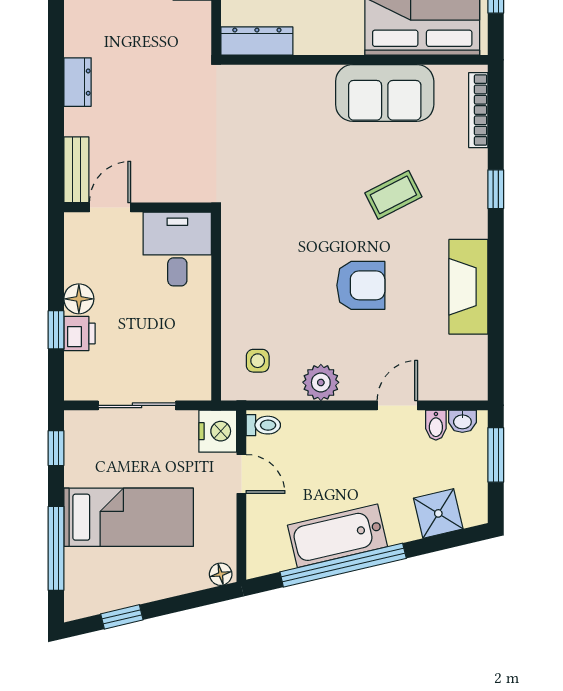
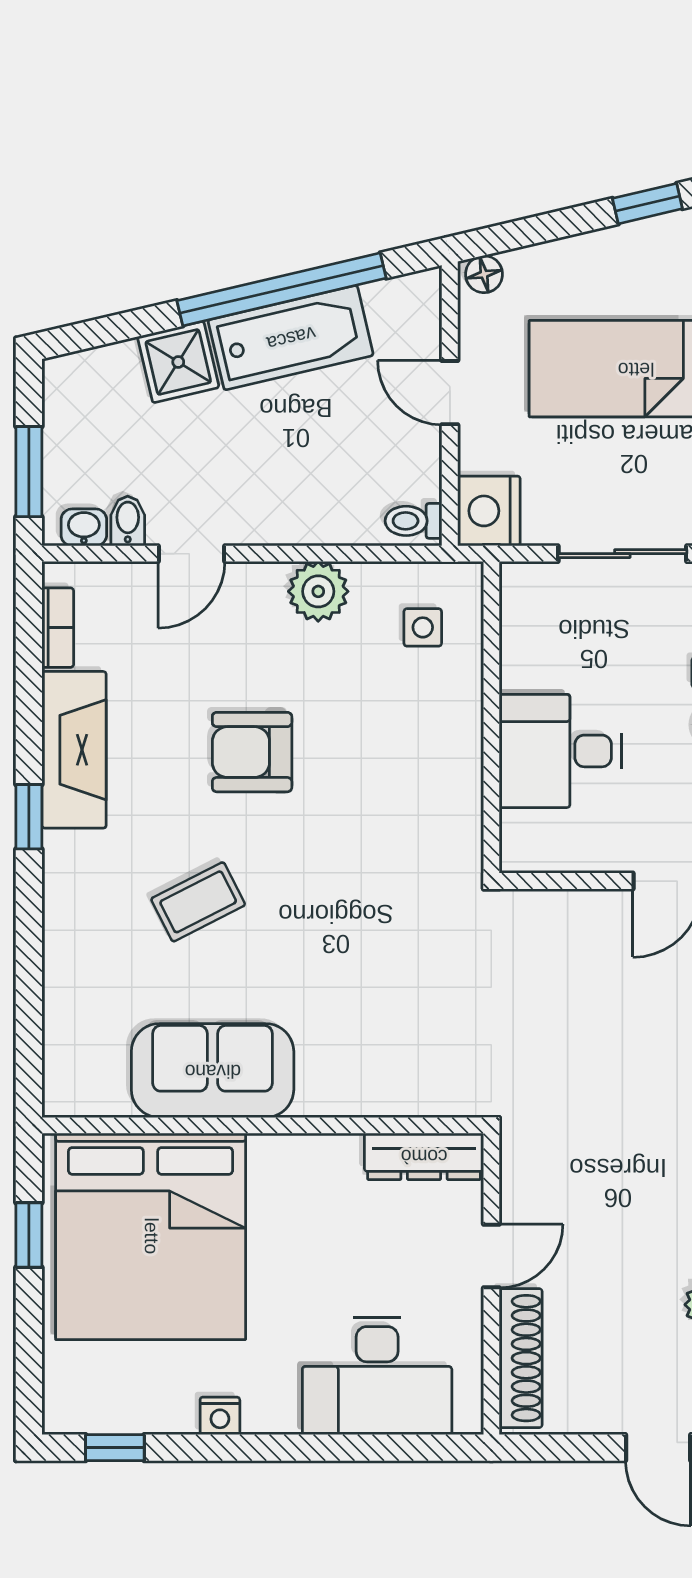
bookcase: (478, 110) -> (58, 628), moved, width x0.64
window: (496, 189) -> (29, 817), moved
desk: (177, 249) -> (560, 751), moved, turned 90
door: (241, 474) -> (450, 393), moved
shower: (438, 513) -> (178, 362), moved

